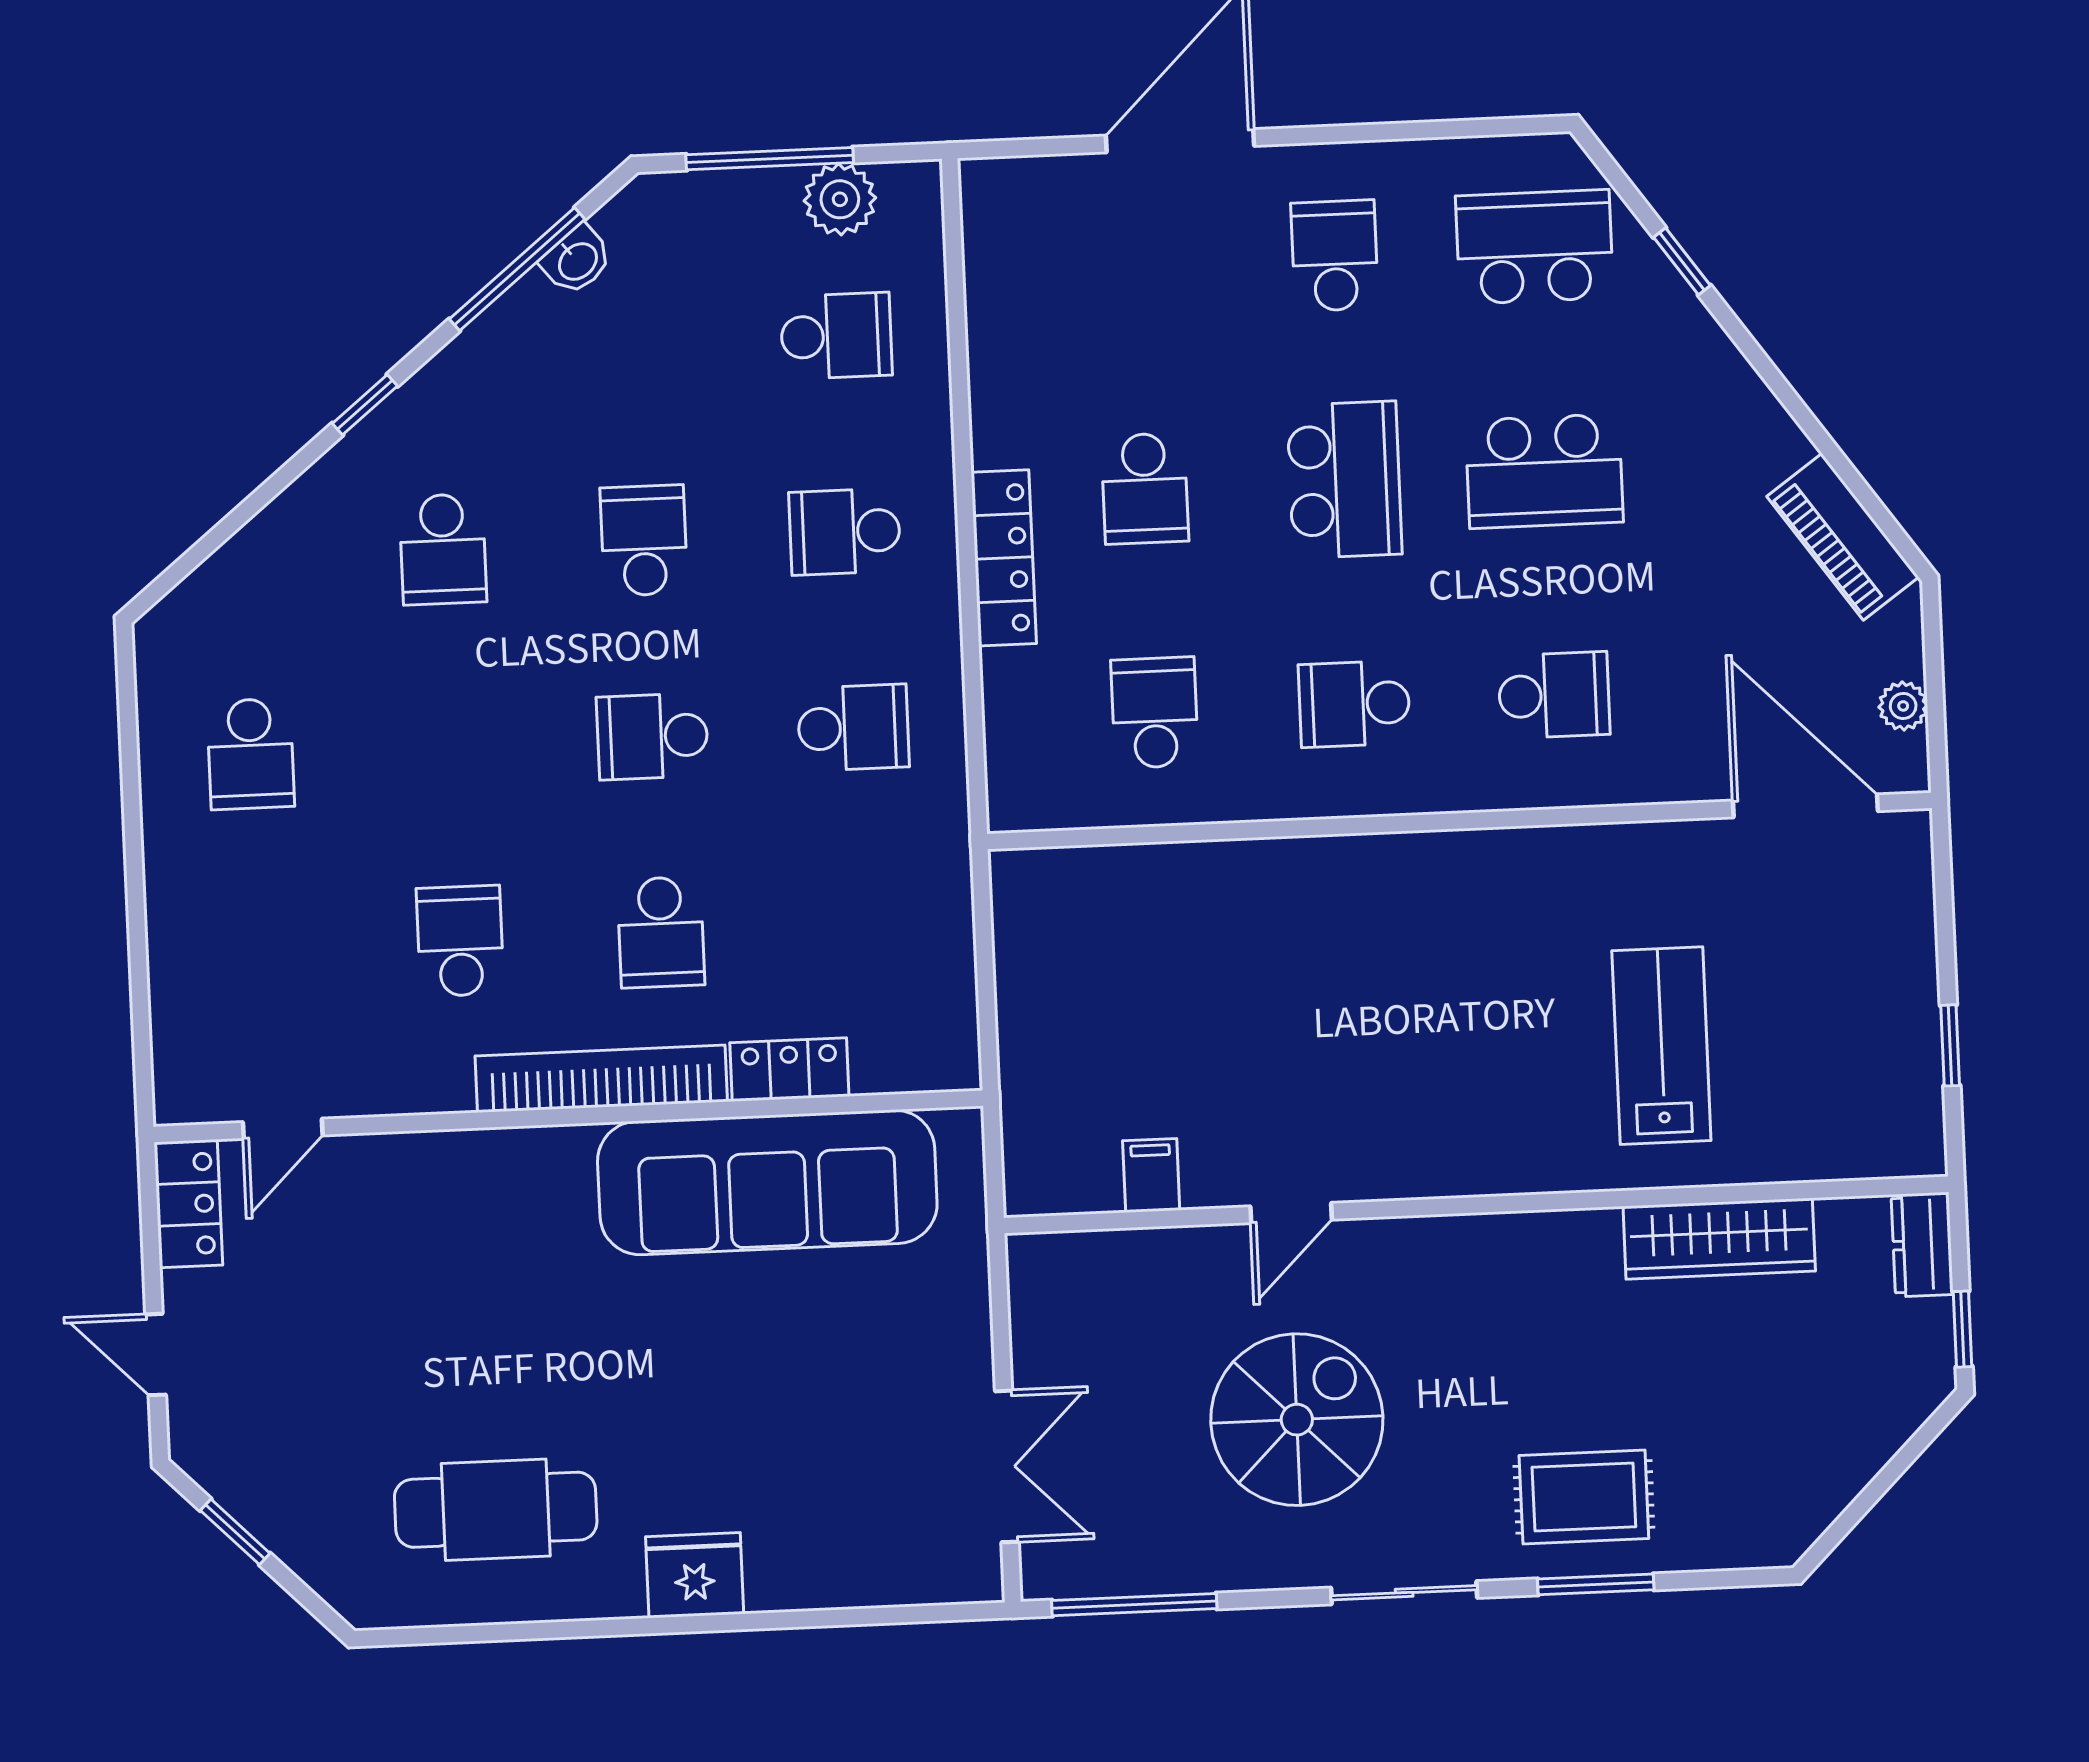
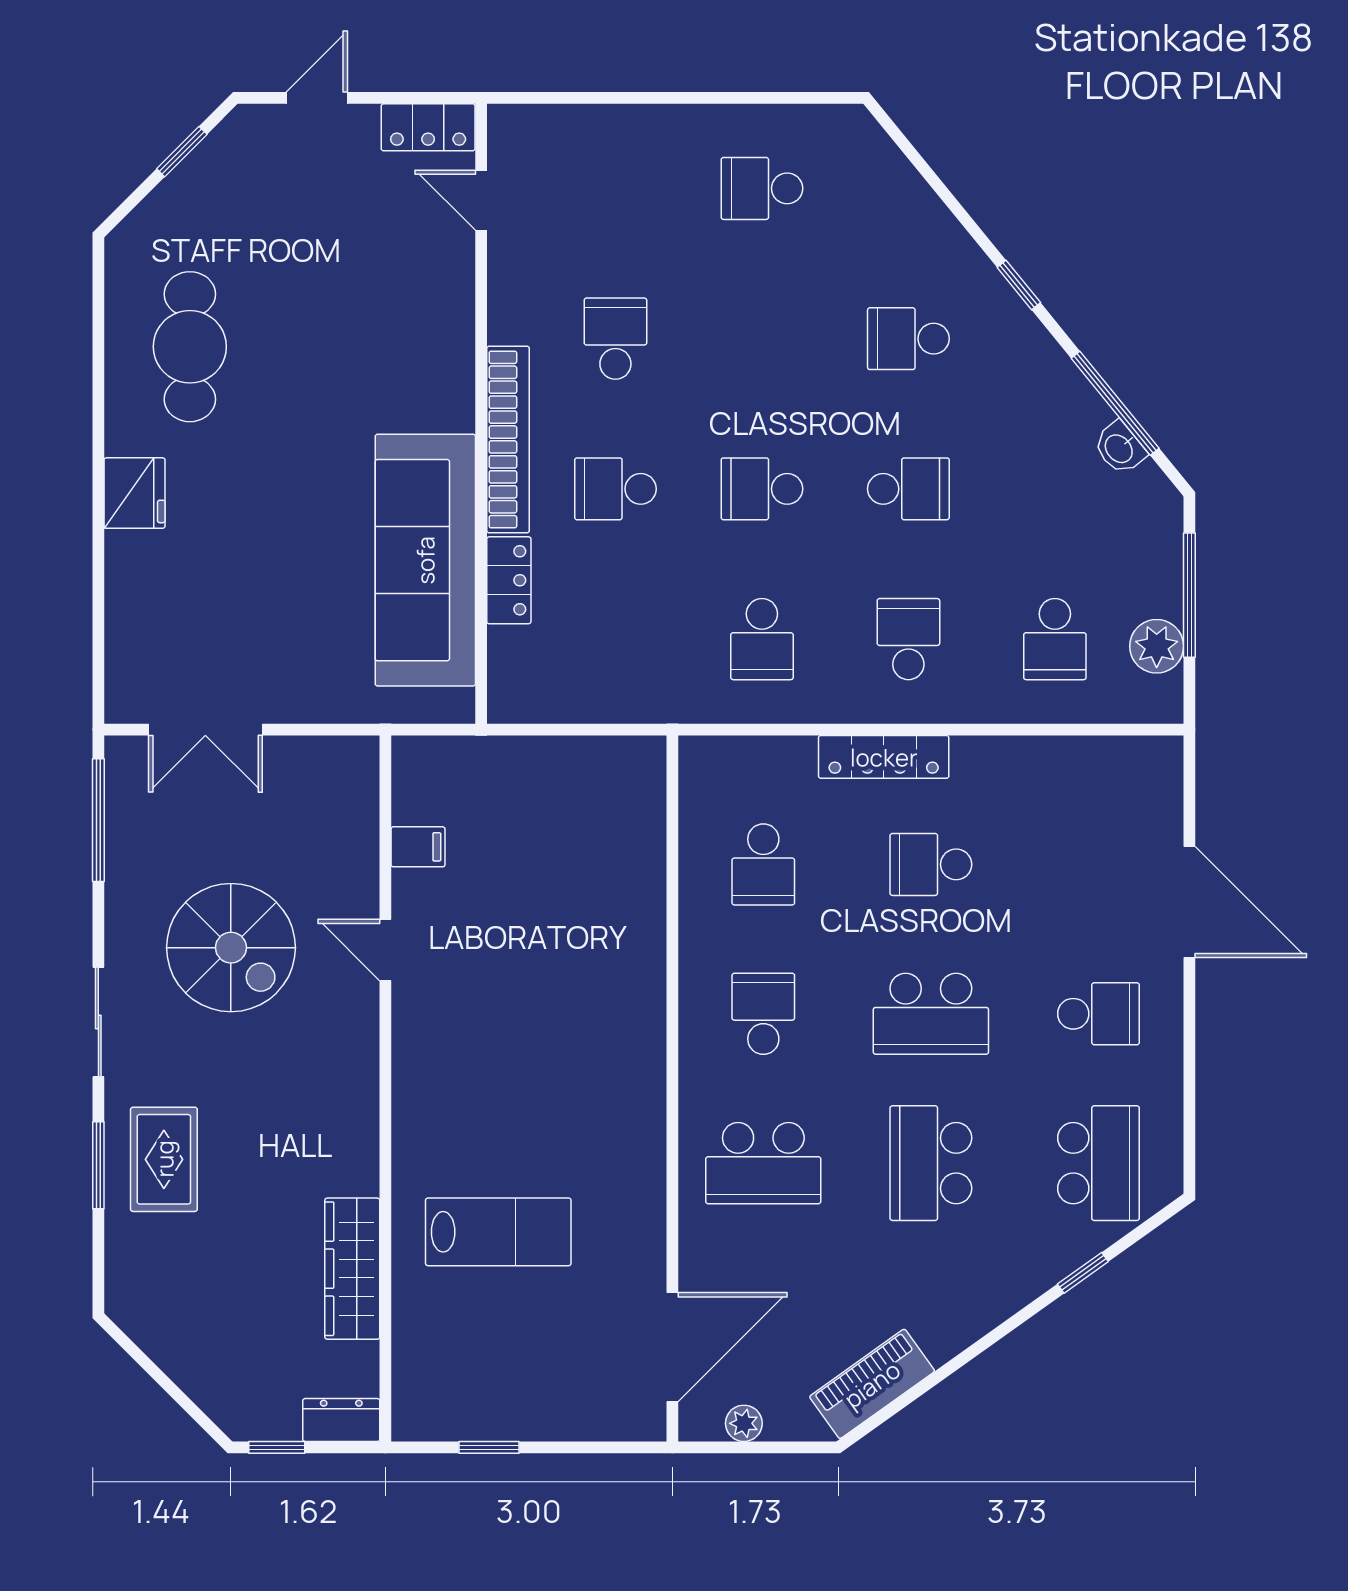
school desk: (1554, 695) -> (763, 1163), width x1.85
school desk: (1155, 713) -> (763, 864), turned 90
school desk: (652, 736) -> (762, 489), turned -90
school desk: (460, 941) -> (615, 339), turned -90

